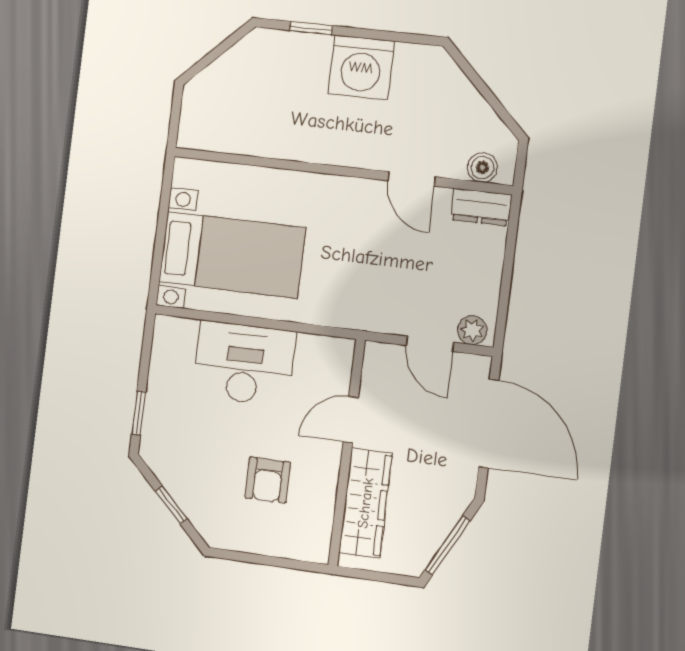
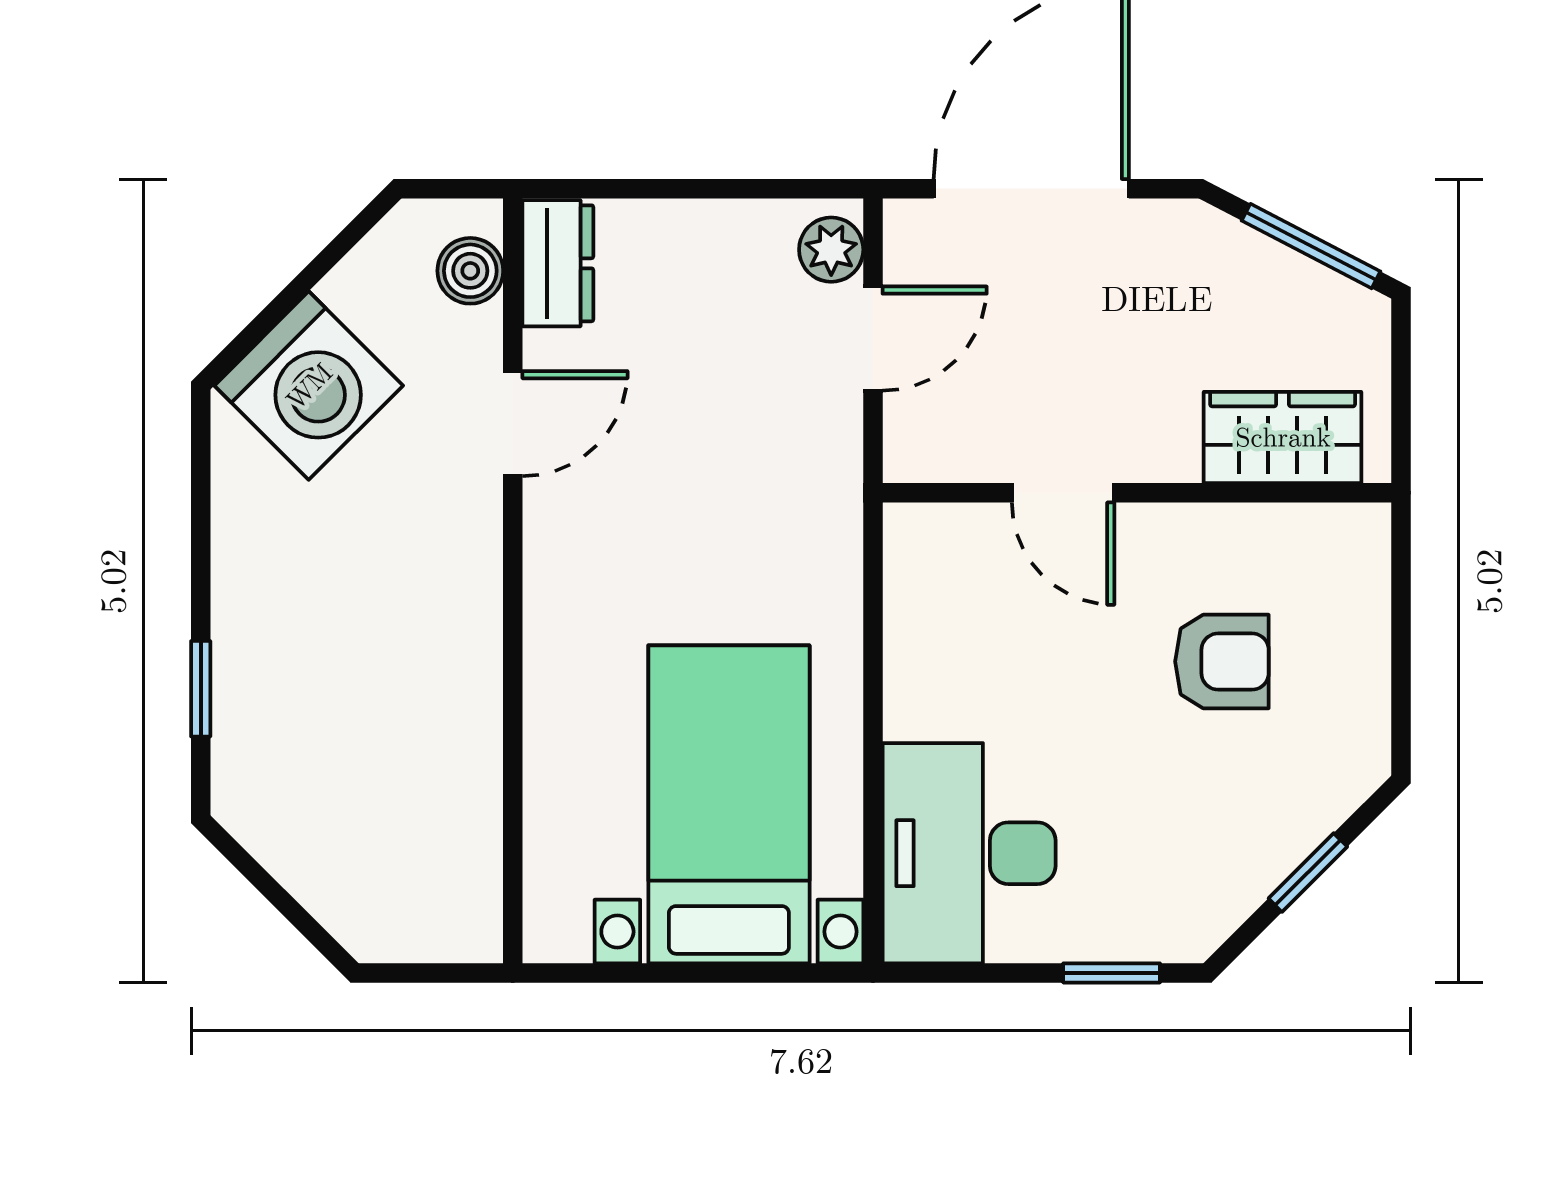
washing machine: (361, 67) -> (309, 386), moved, turned 45
desk: (244, 363) -> (969, 853), moved
wardrobe: (365, 503) -> (1283, 437), width x0.67

